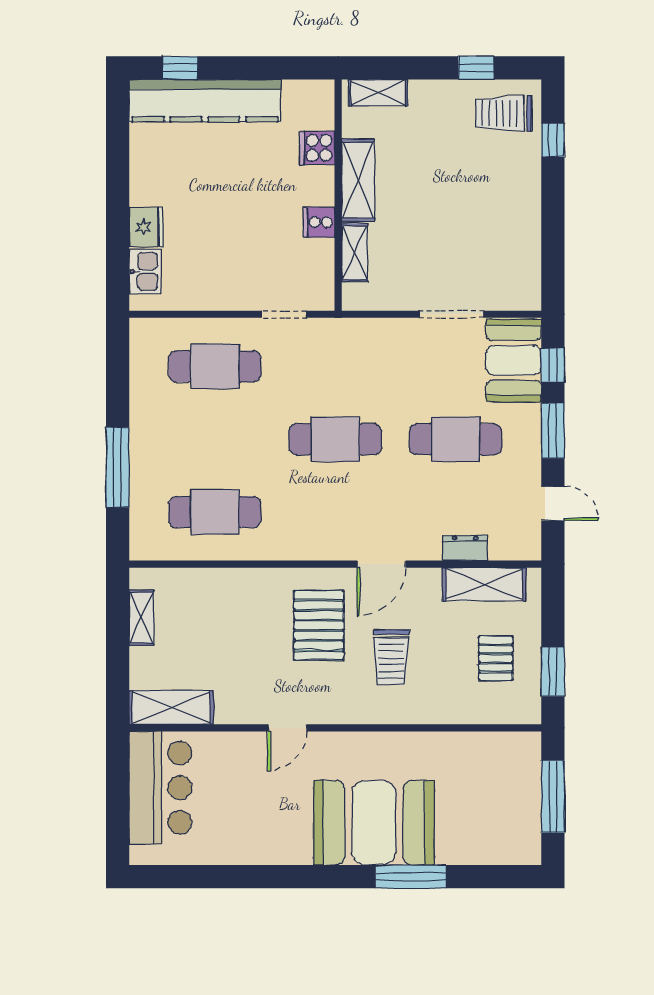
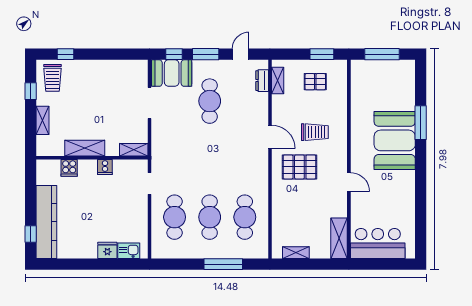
shelving: (378, 93) -> (43, 120), moved
shelving: (355, 253) -> (134, 150), moved
cafe table: (335, 439) -> (210, 217), moved
dresser: (465, 548) -> (262, 81), moved
shelving: (484, 584) -> (278, 81), width x0.67, depth x0.75

